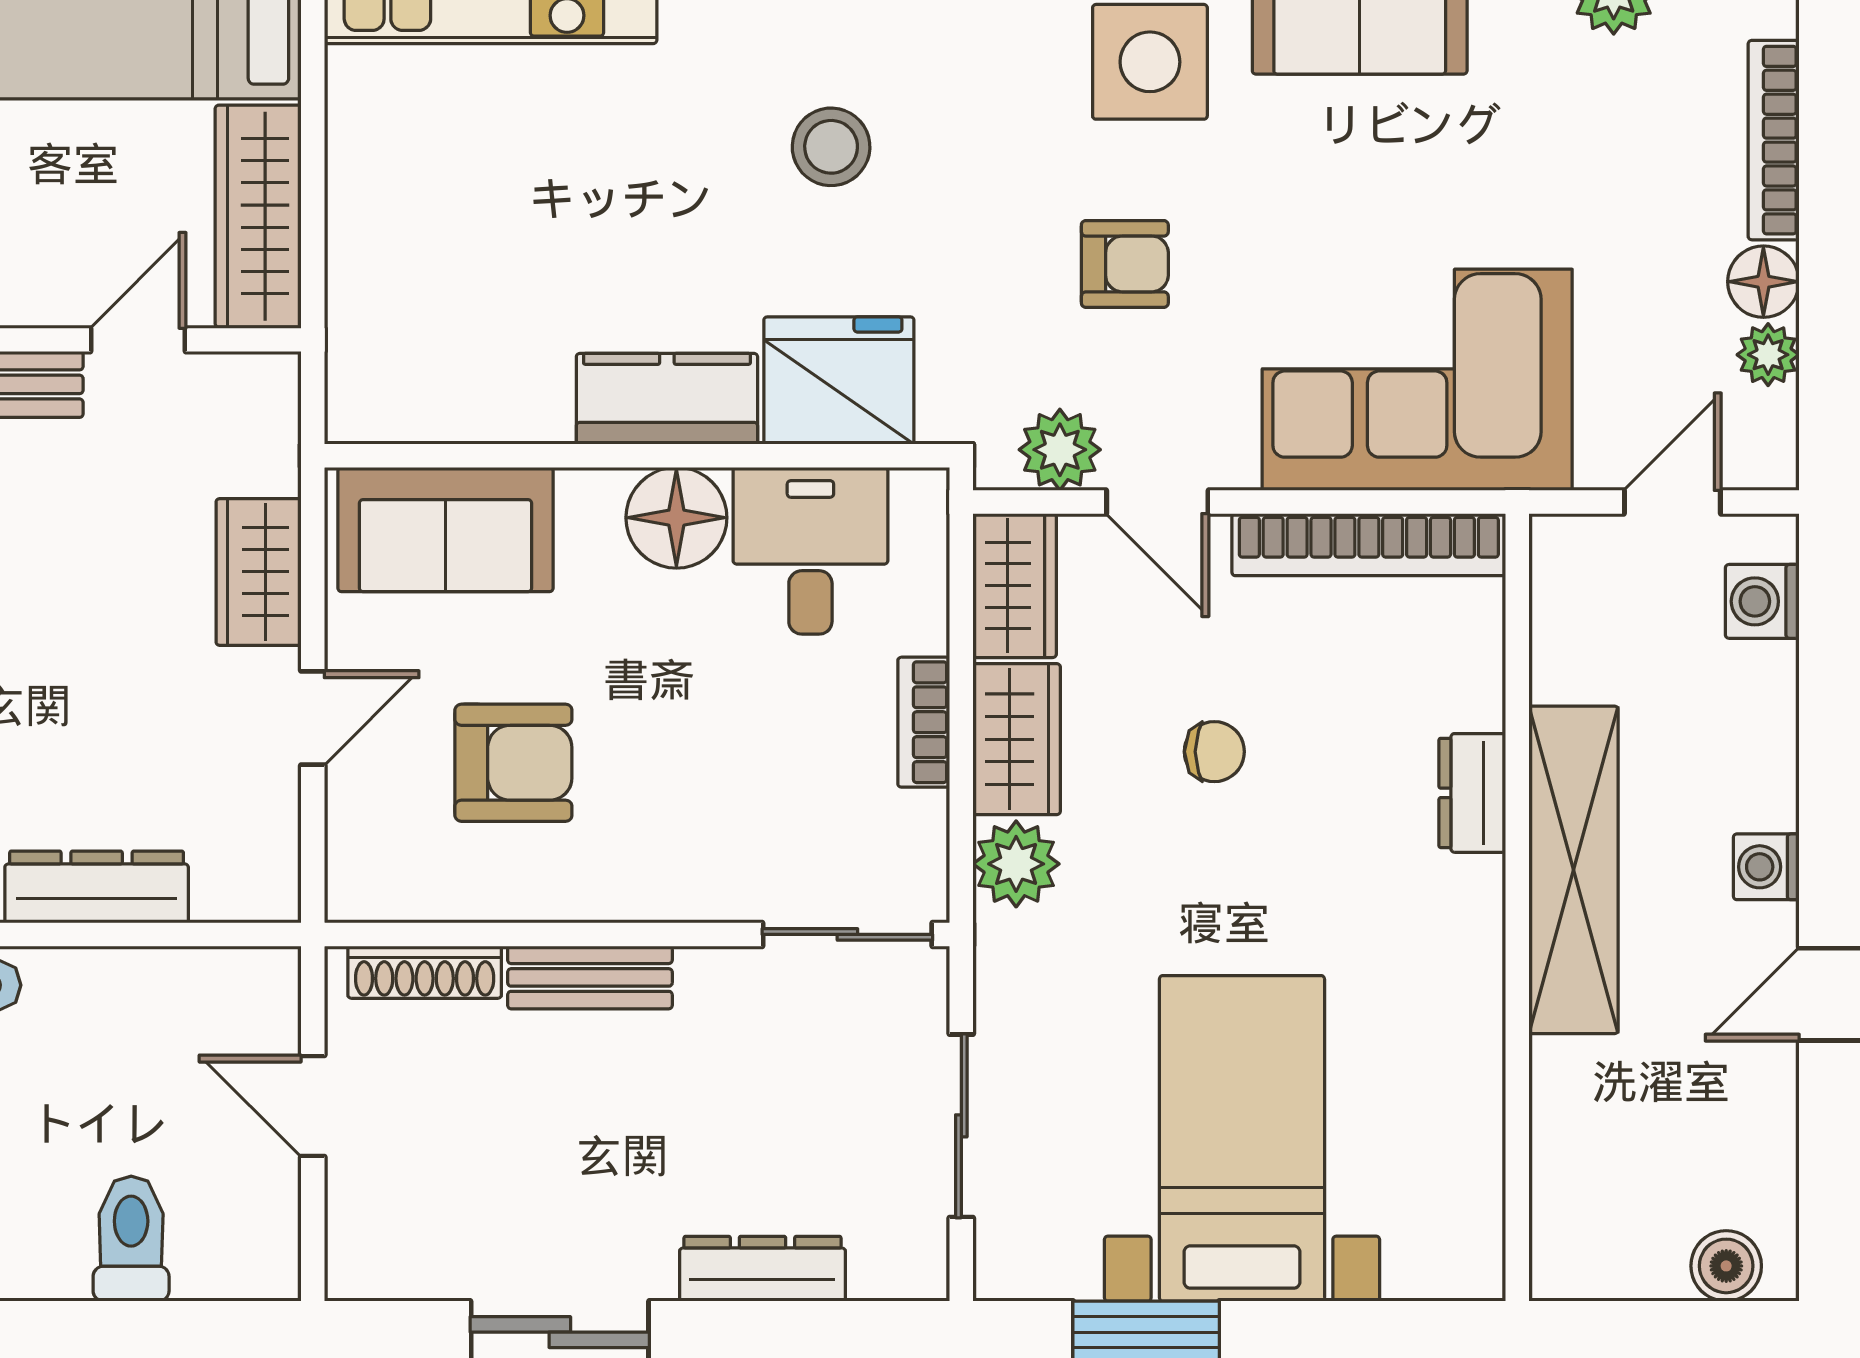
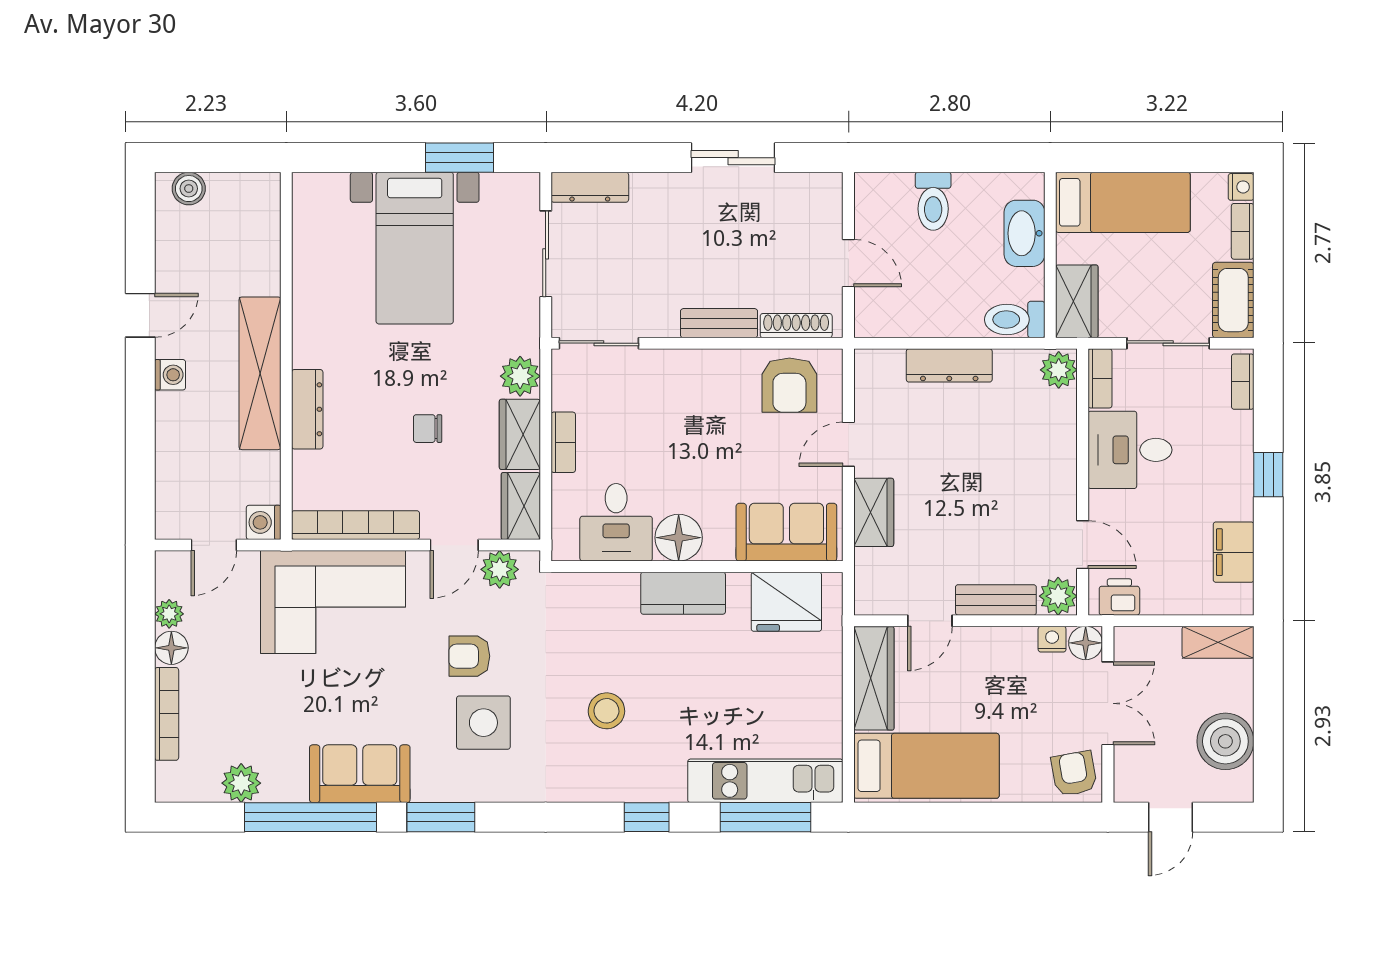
side table: (1150, 62) -> (483, 723), moved
fridge: (839, 380) -> (786, 602), moved
door: (1157, 502) -> (454, 545), swing flipped
washing machine: (1762, 601) -> (264, 522), moved, turned 180
armchair: (513, 763) -> (789, 385), moved, turned -90
dresser: (1472, 793) -> (307, 409), width x1.44
dresser: (762, 1269) -> (590, 187), moved

